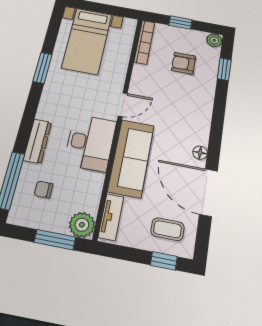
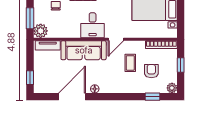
door: (123, 105) -> (116, 39), hinge flipped
desk: (90, 143) -> (93, 25), width x0.73
coffee table: (168, 229) -> (130, 63), moved

